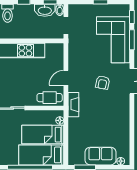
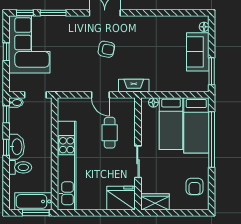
washbasin: (45, 10) -> (17, 147), moved
corner sofa: (113, 40) -> (29, 44), moved, turned -90
cafe table: (50, 98) -> (110, 133), moved

